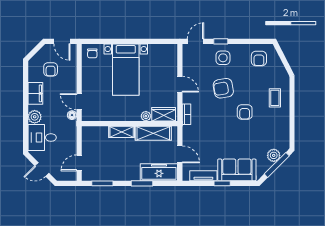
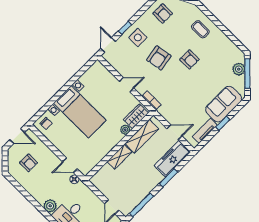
filing cabinet: (35, 93) -> (35, 189), removed
window: (102, 183) -> (141, 205), width x1.44

